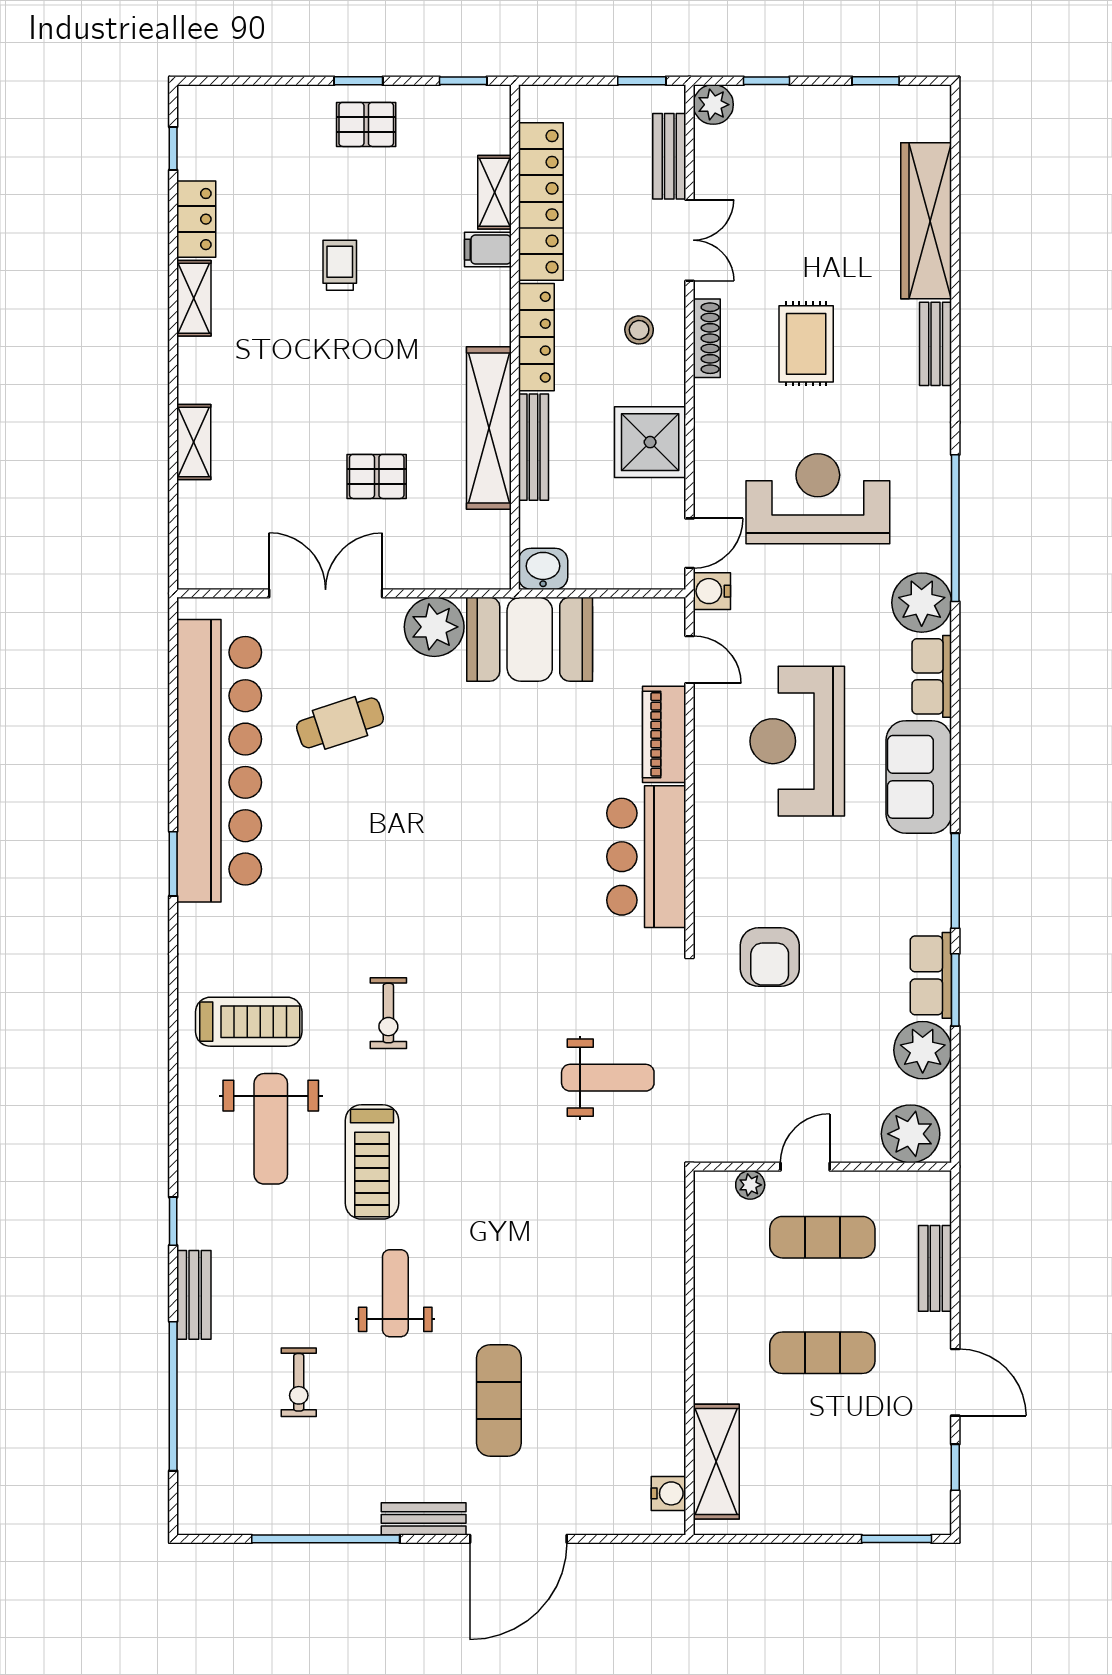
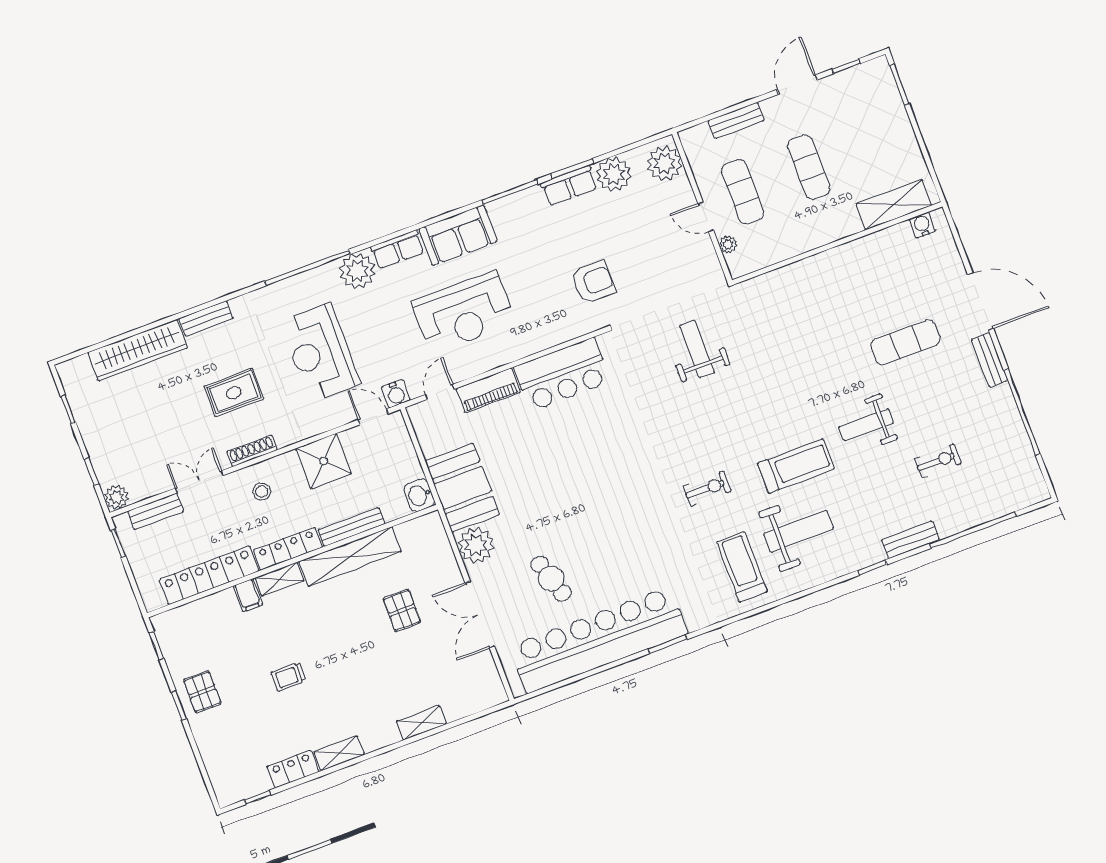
shelving: (494, 192) -> (279, 579), moved

